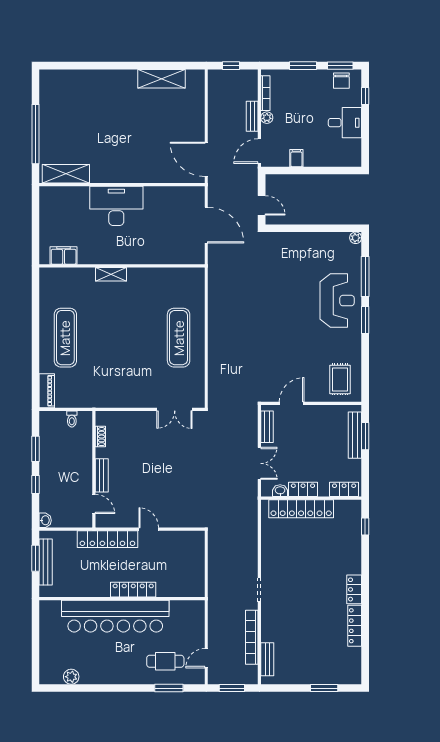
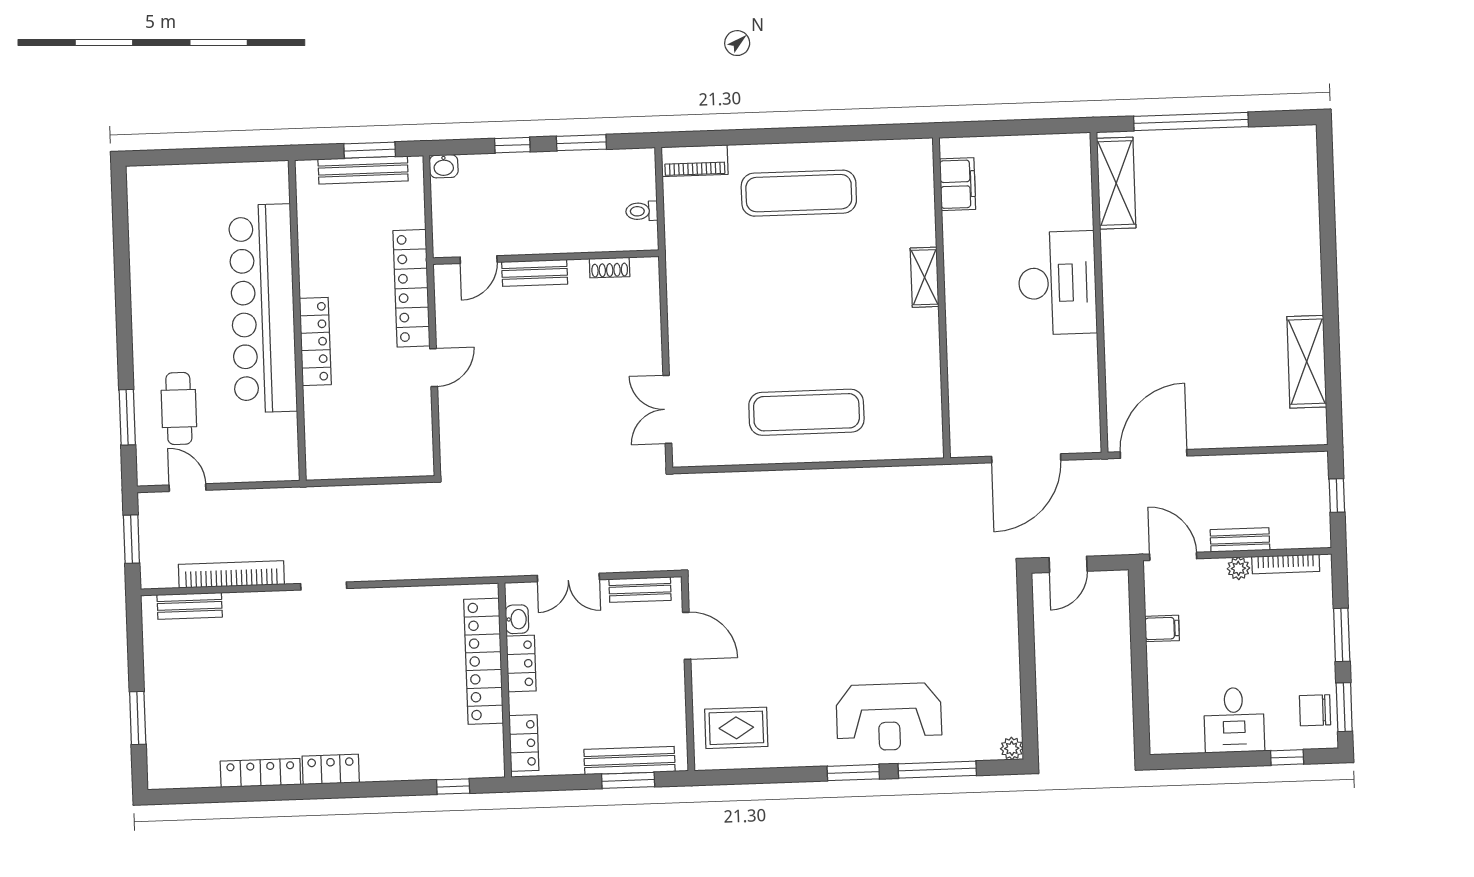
plant: (71, 677) -> (143, 227), removed

